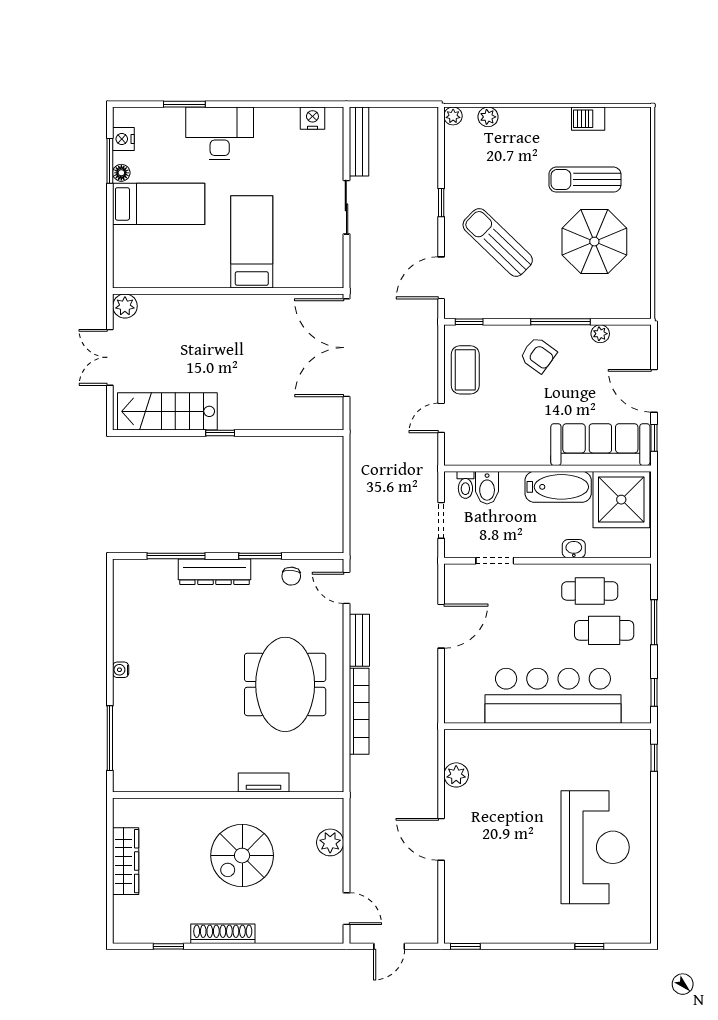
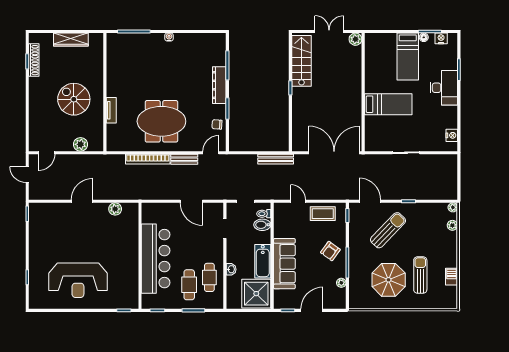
bench: (359, 142) -> (276, 159), moved
sofa: (600, 445) -> (284, 264), moved
shoe rack: (223, 934) -> (34, 60), moved

